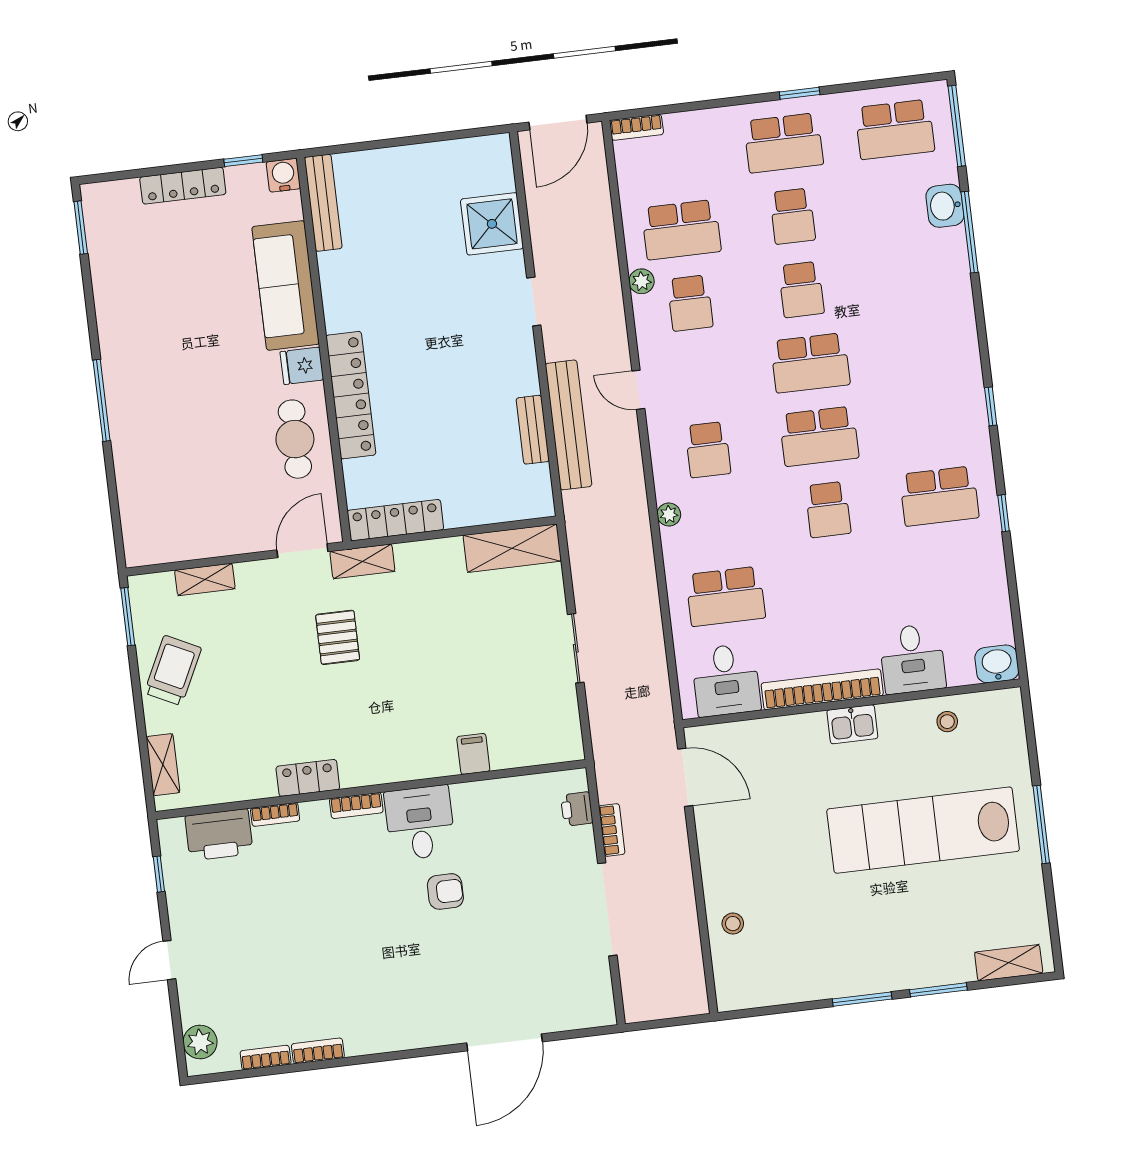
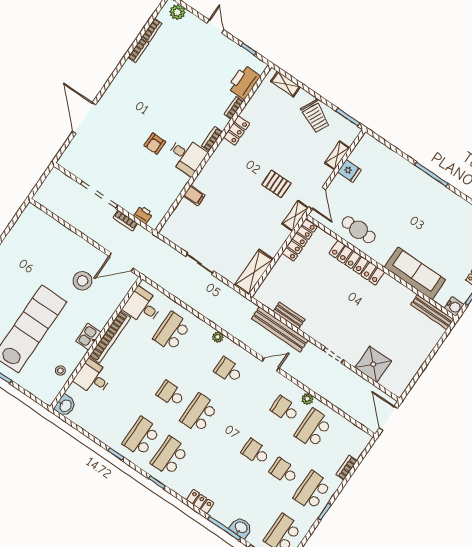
bookcase: (637, 127) -> (347, 468), moved
locker: (961, 309) -> (200, 502), added
school desk: (810, 363) -> (170, 456), moved
fridge: (302, 366) -> (349, 171), moved, turned 90
stool: (733, 924) -> (82, 281), moved, width x1.89, depth x1.89

